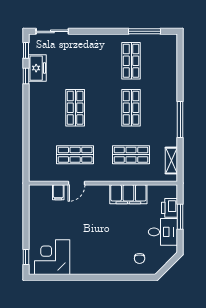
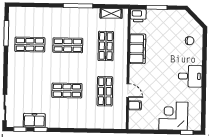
printer: (170, 208) -> (138, 15), moved
desk: (163, 232) -> (190, 76), moved, turned 90
corner desk: (52, 257) -> (173, 116), moved, turned 90

